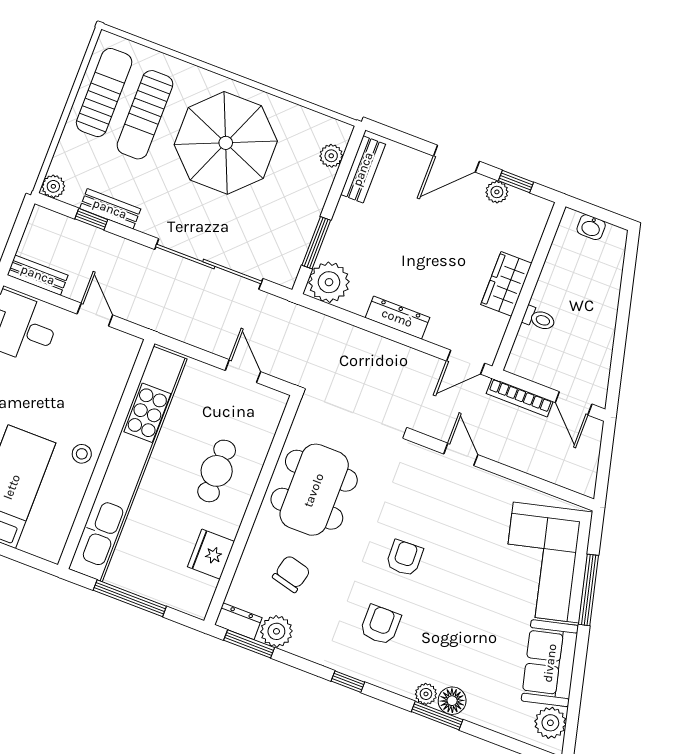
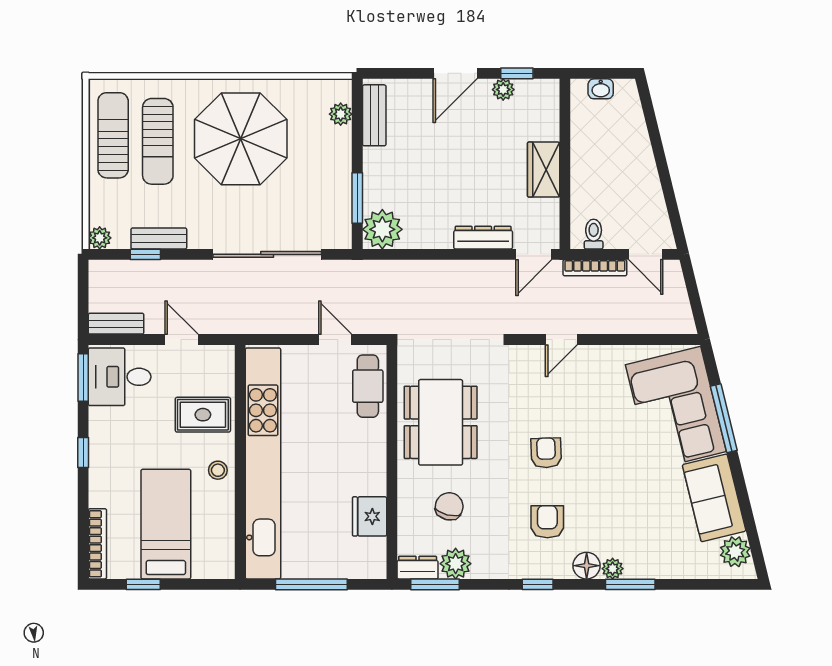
dresser: (397, 318) -> (483, 238), moved
toilet: (539, 319) -> (594, 234), moved, turned -90
rug: (88, 395) -> (203, 415), added
door: (461, 454) -> (561, 340), swing flipped
cafe table: (217, 471) -> (368, 386), moved
floor lamp: (452, 701) -> (587, 566), moved

